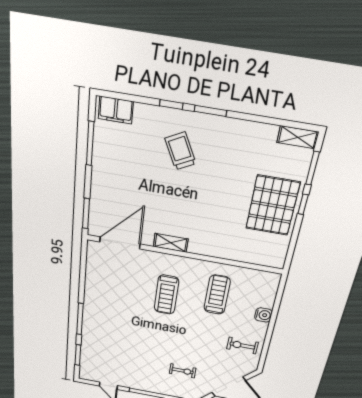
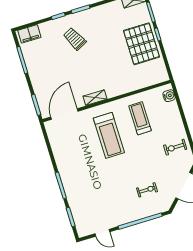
treadmill: (166, 295) -> (109, 135), width x1.37, depth x1.38
water cooler: (263, 315) -> (169, 96), moved

